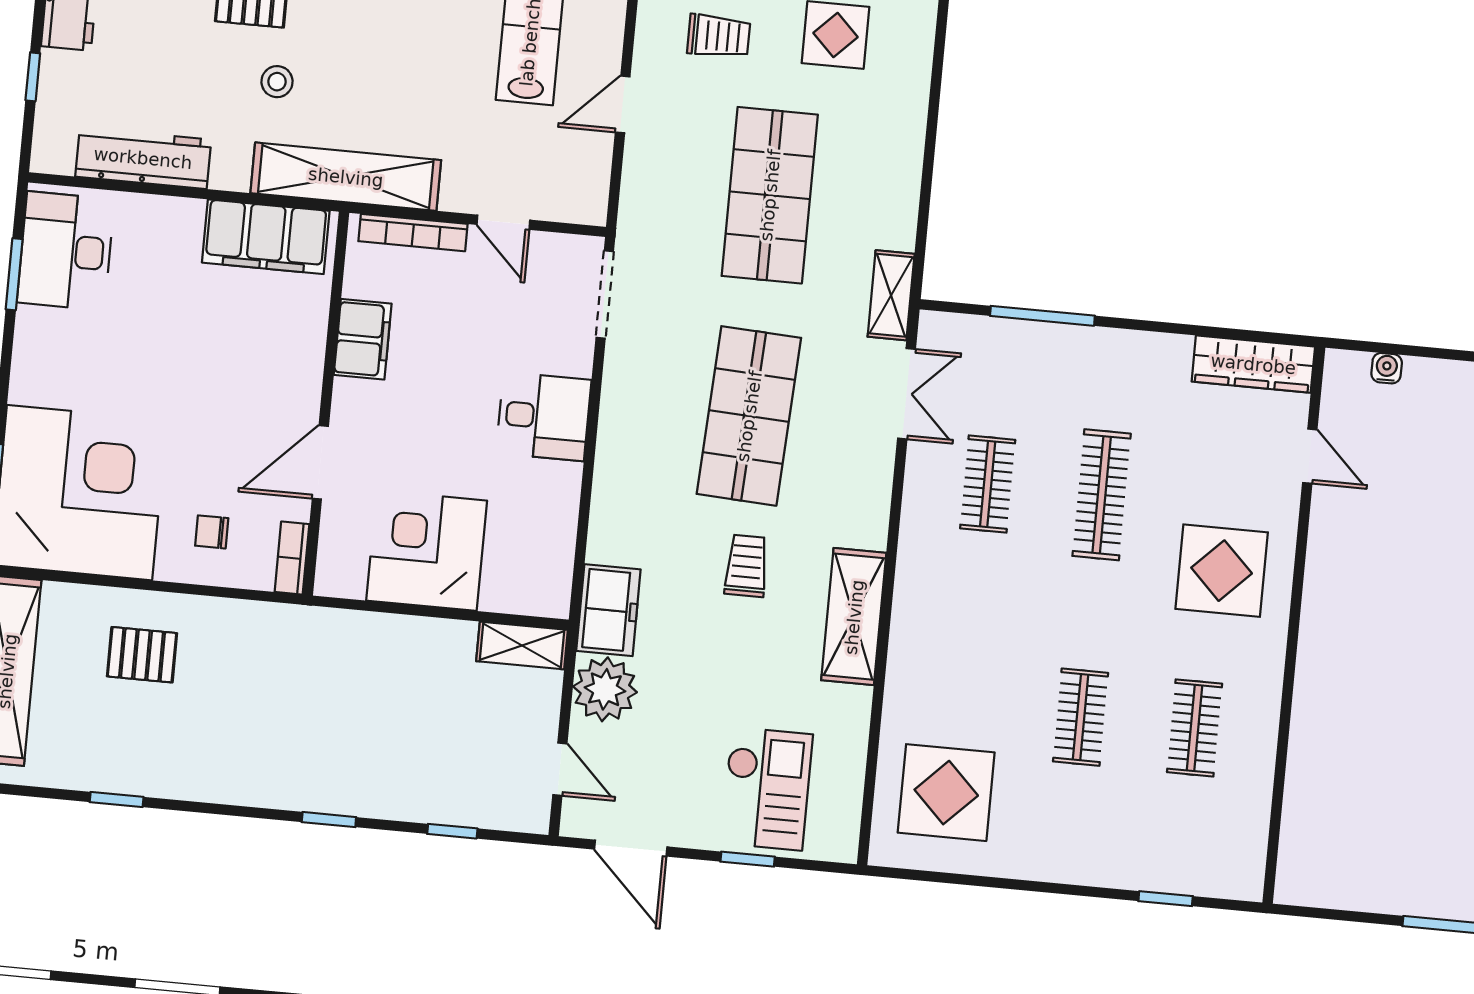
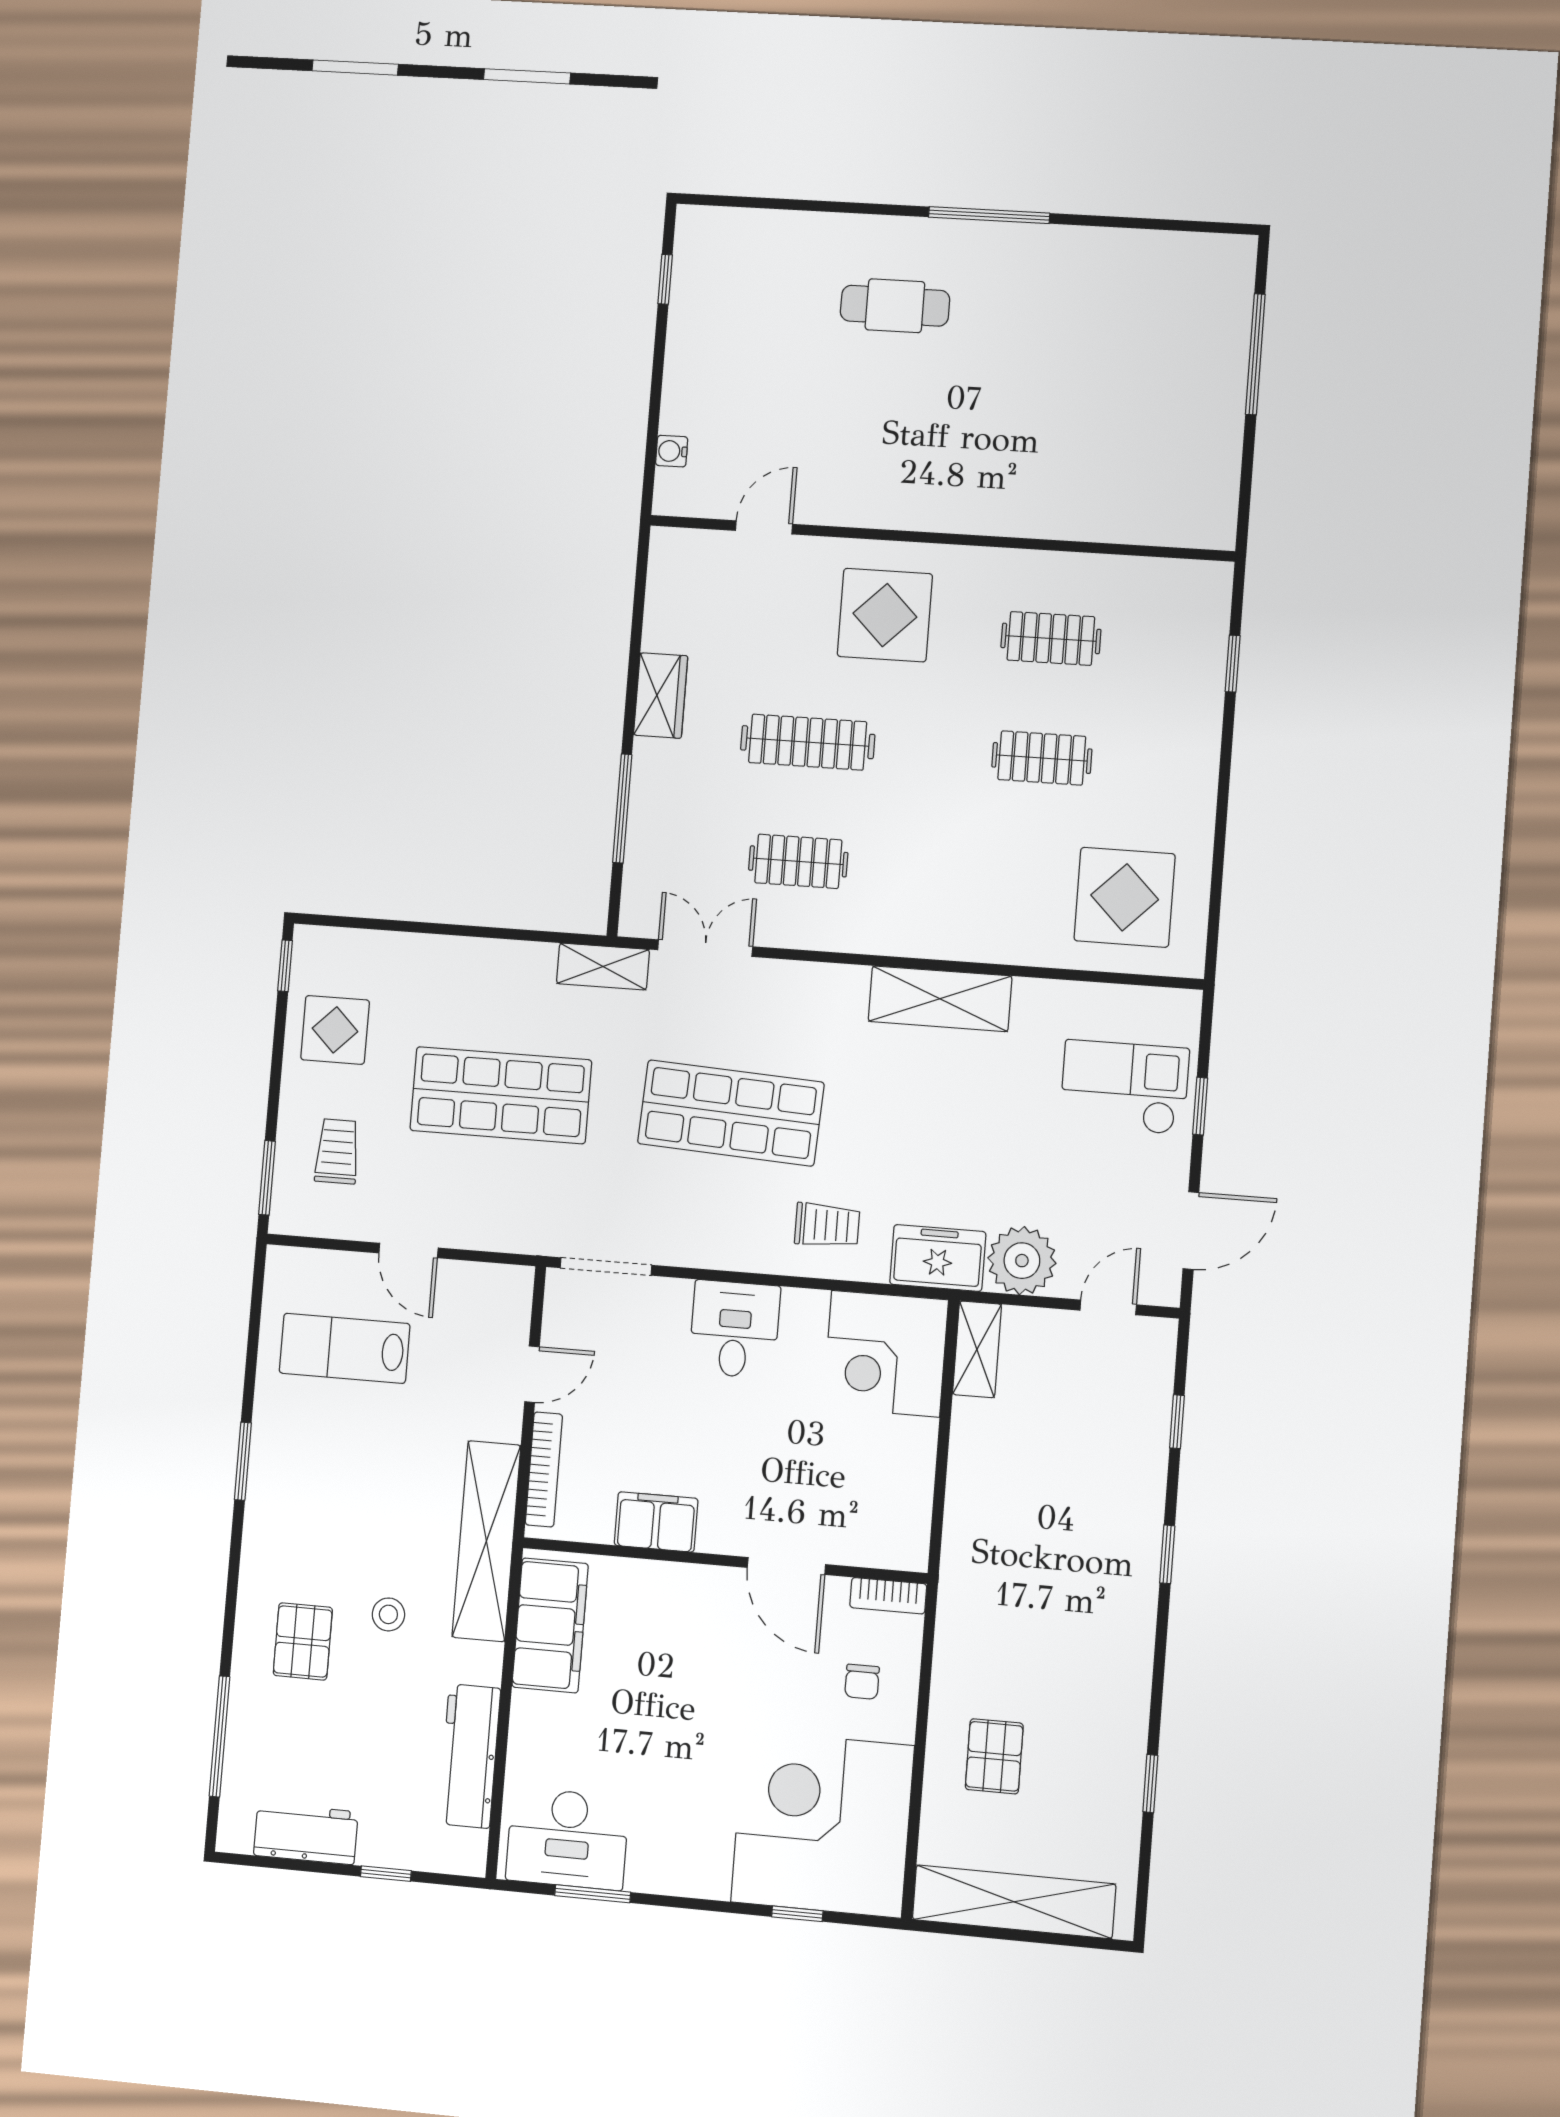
wardrobe: (1253, 364) -> (661, 696), moved, width x0.67
corner desk: (427, 551) -> (886, 1354), moved
trolley: (746, 566) -> (827, 1225), moved, turned 180

